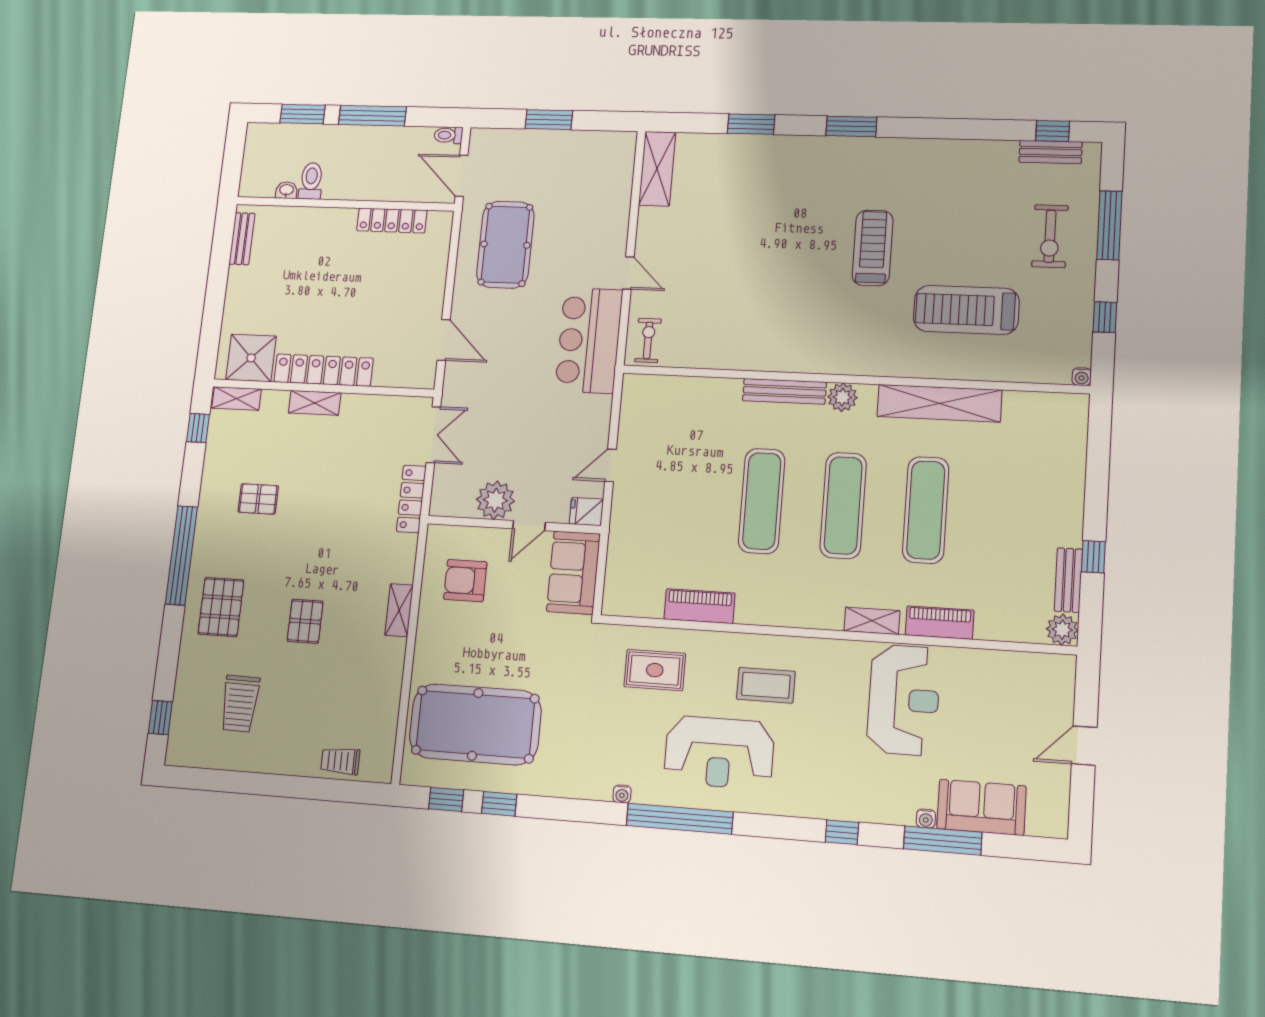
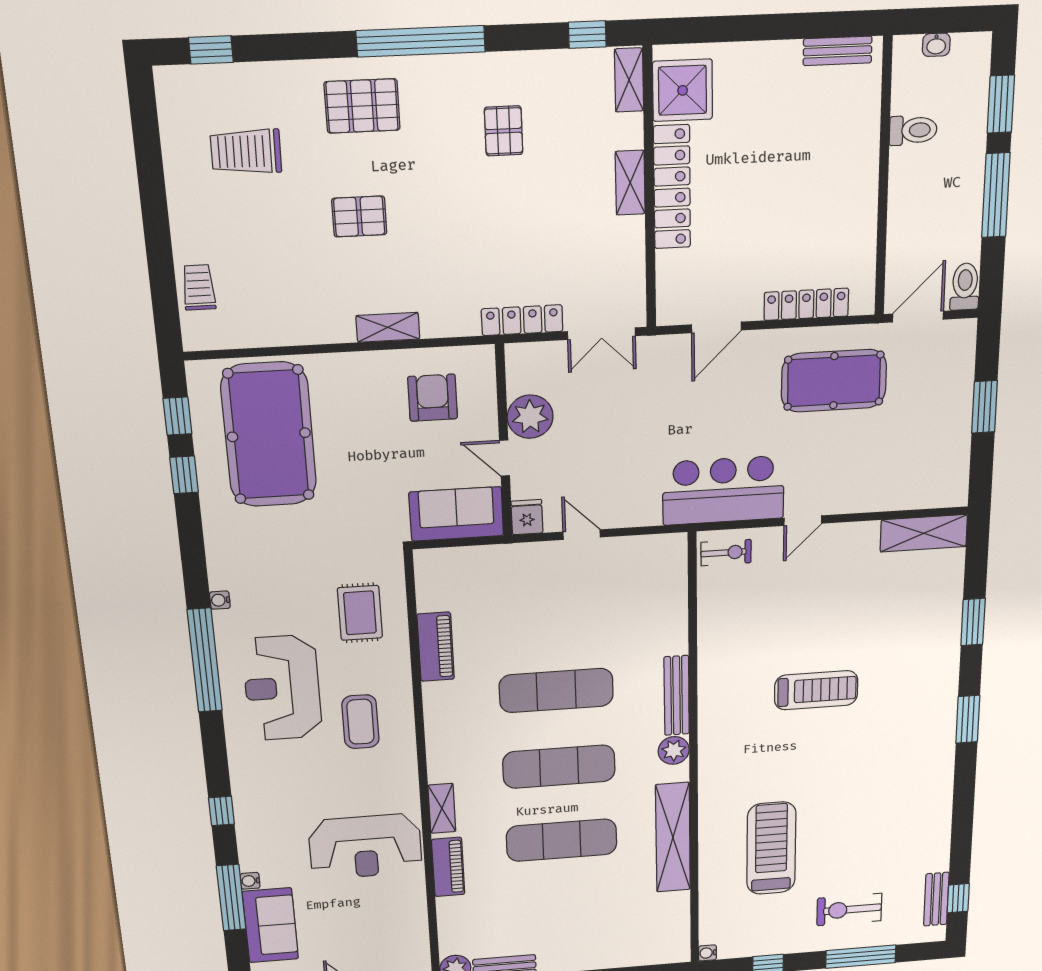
toilet: (448, 135) -> (965, 287), width x1.37, depth x1.39
washbasin: (287, 190) -> (936, 45), moved, turned 90
locker: (392, 220) -> (806, 304), moved, turned 90
treadmill: (873, 248) -> (816, 690), moved

